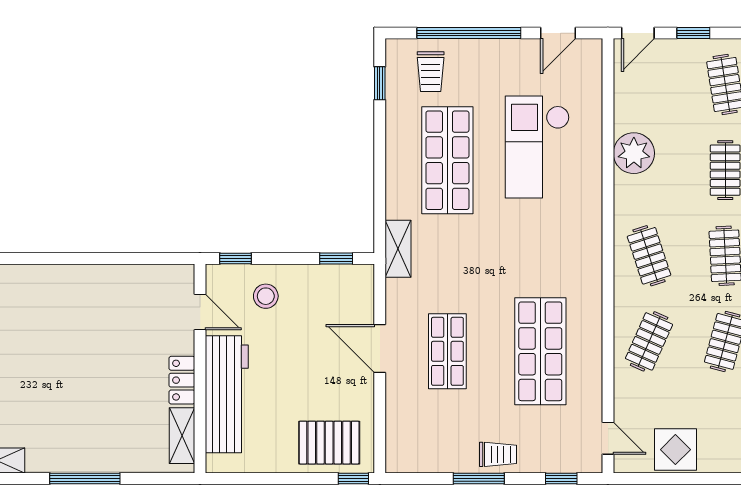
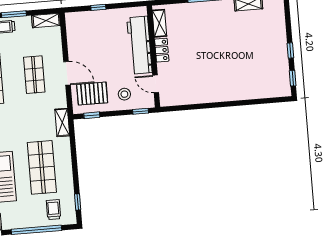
pallet: (329, 443) -> (92, 94), moved
shelving: (414, 460) -> (46, 21), added
window: (353, 479) -> (98, 7), moved

